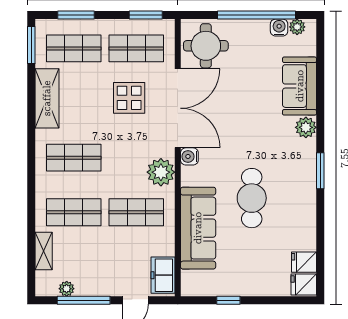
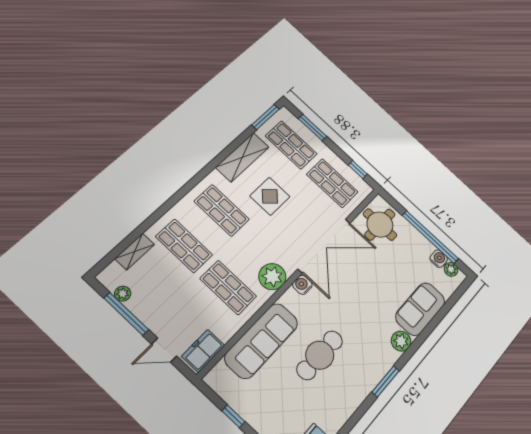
window: (146, 15) -> (358, 170), width x0.67
display table: (129, 98) -> (270, 196), moved

